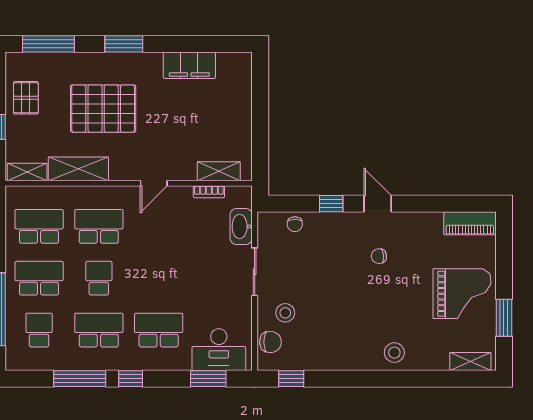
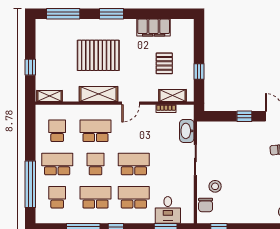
pallet: (26, 98) -> (164, 63), moved
window: (260, 134) -> (199, 71), added
shelving: (78, 169) -> (98, 94), moved
chair: (295, 224) -> (221, 129), removed
school desk: (39, 226) -> (57, 131), width x0.54
school desk: (159, 278) -> (134, 164), added
chair: (270, 342) -> (206, 205), turned 90
desk: (219, 350) -> (168, 210), width x0.73

